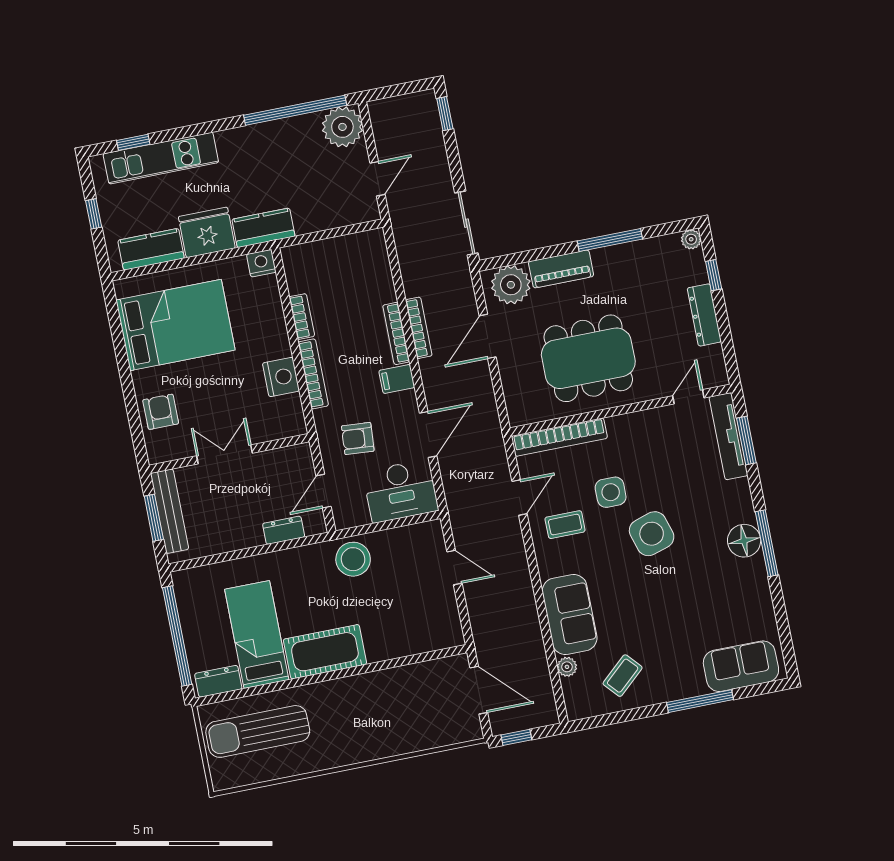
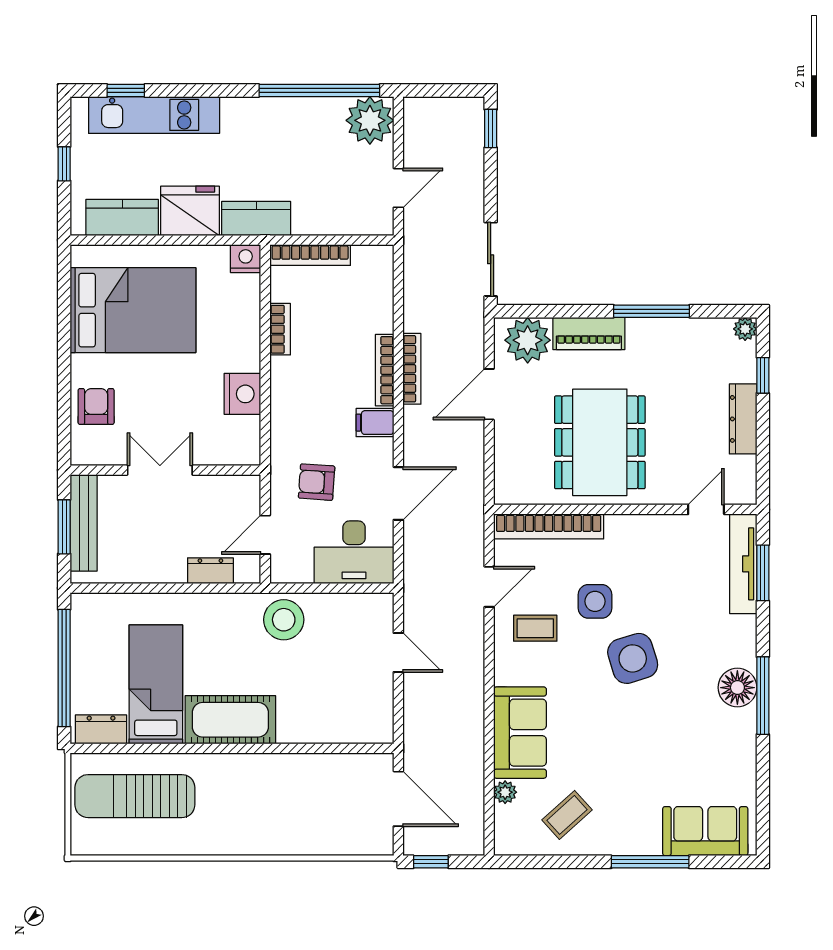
dining table: (588, 358) -> (600, 442), turned 90
bookcase: (313, 374) -> (310, 255), moved, turned 90

